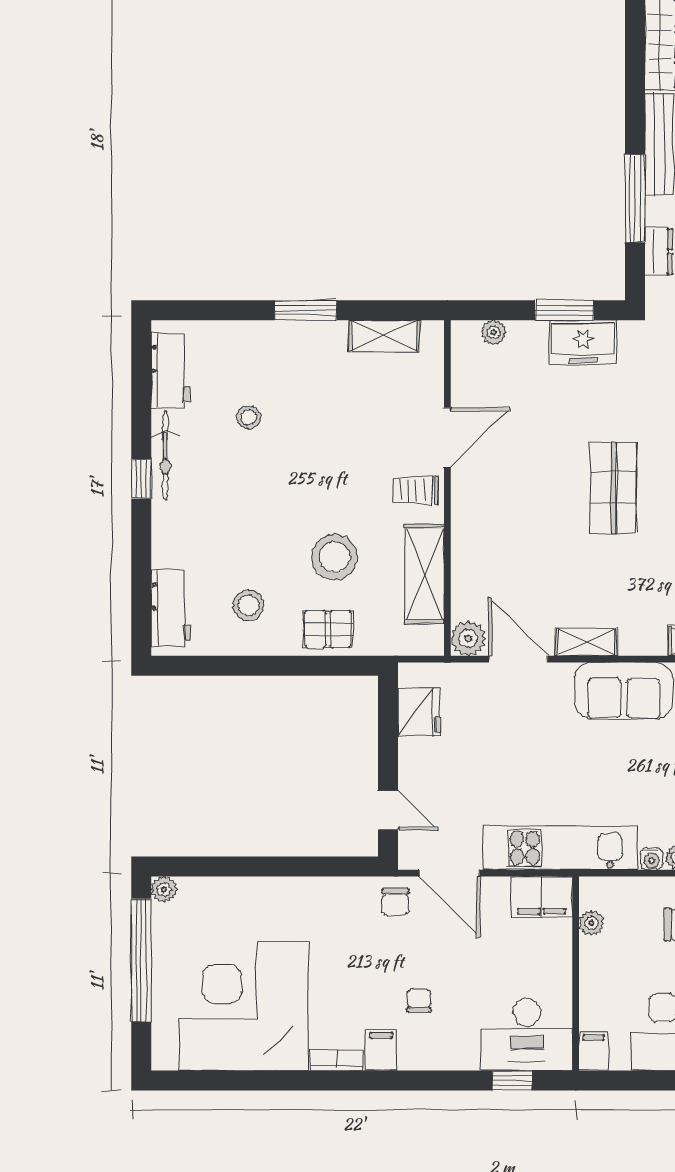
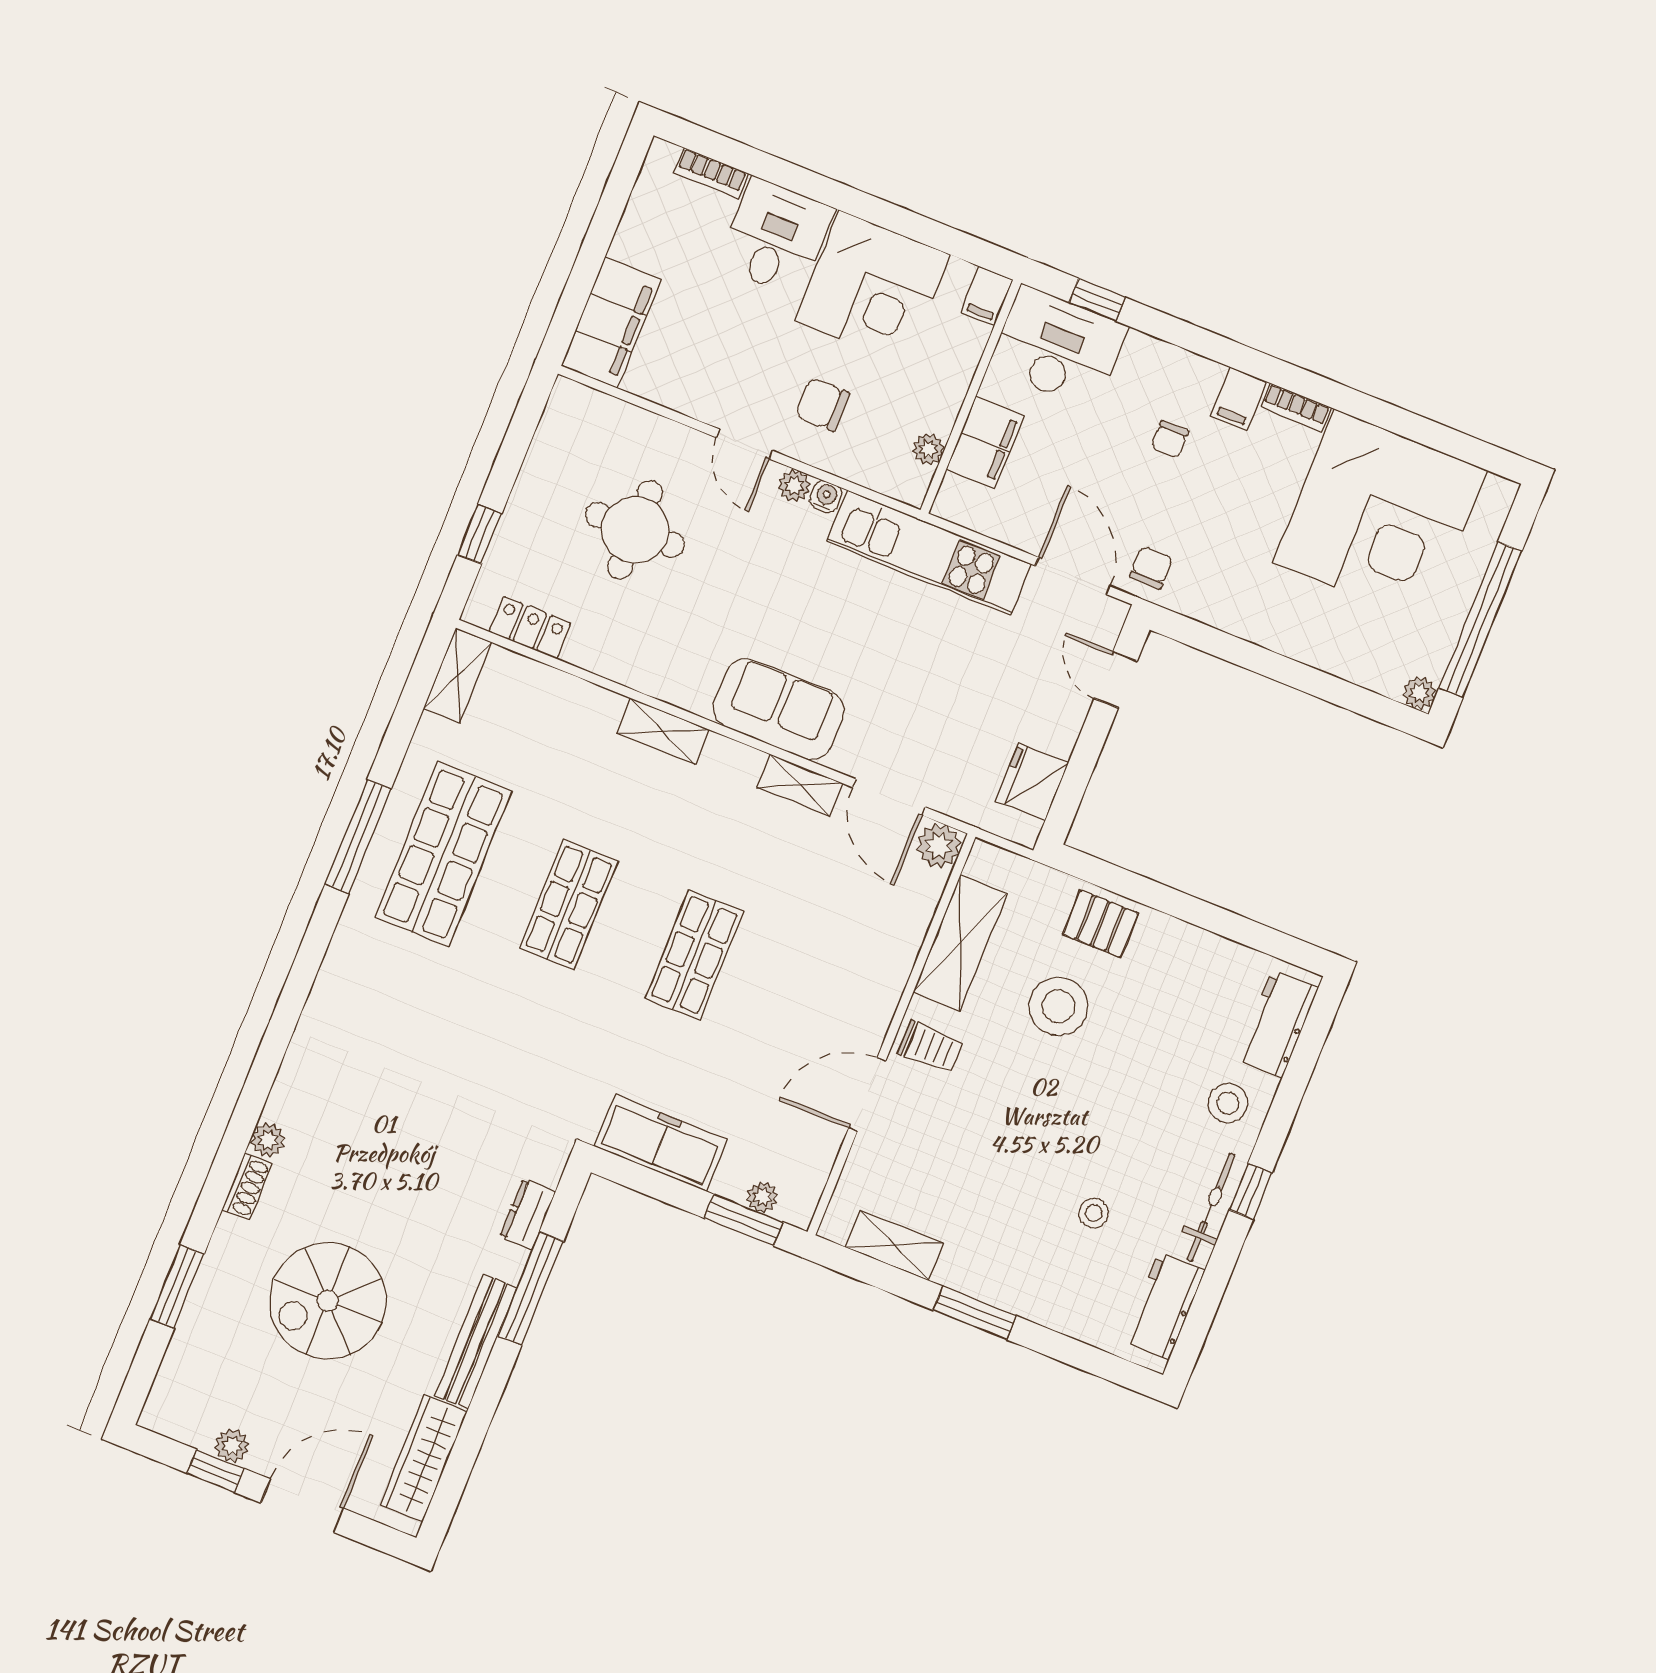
window: (564, 310) -> (743, 1220), moved
freezer: (583, 342) -> (661, 1143), width x1.40
stool: (248, 605) -> (1228, 1103), moved
filing cabinet: (542, 897) -> (985, 443), moved, turned 90

